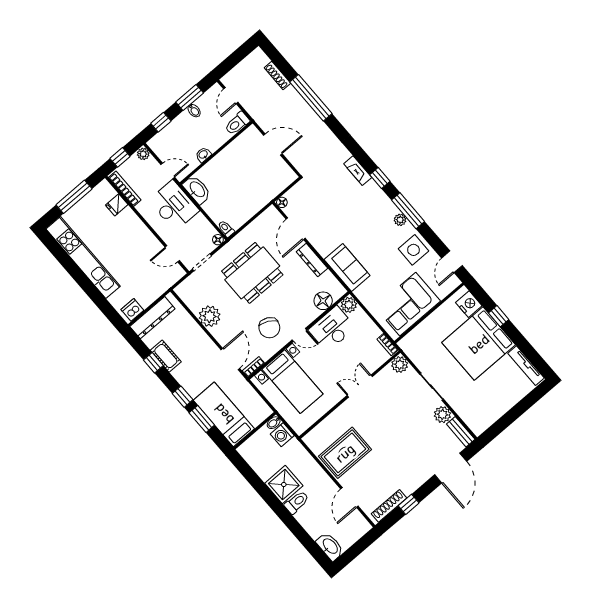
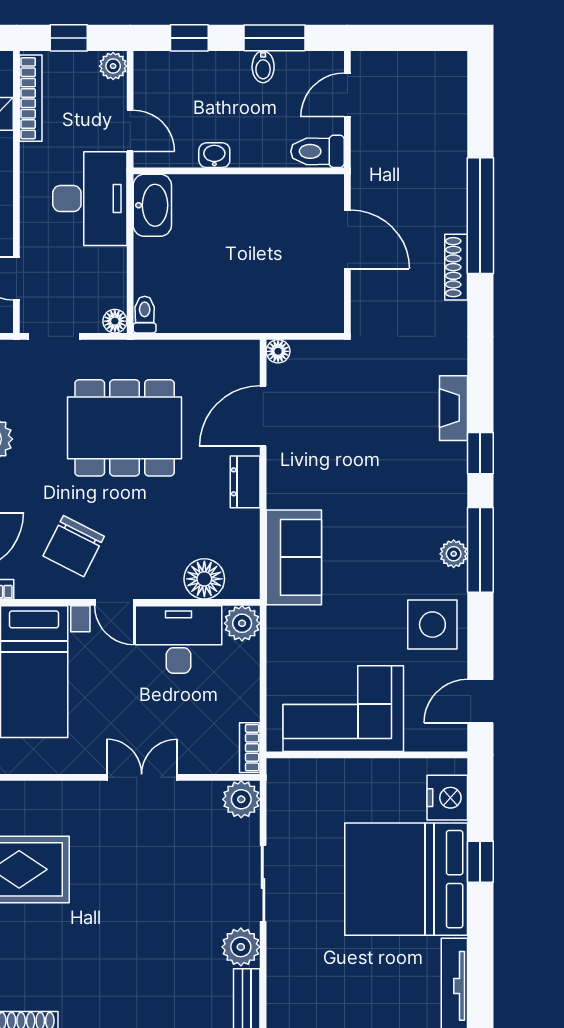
shoe rack: (277, 75) -> (456, 267), moved
dresser: (312, 260) -> (245, 482), width x0.70

